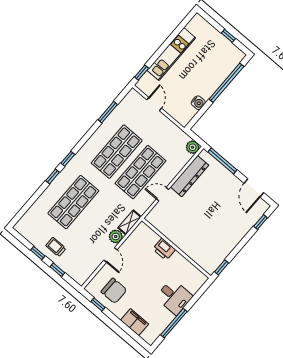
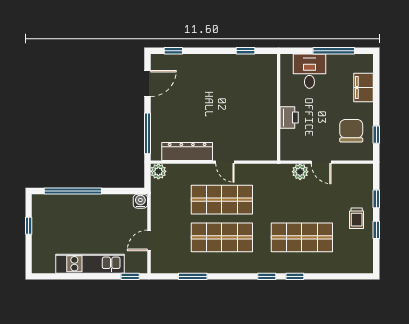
water cooler: (198, 103) -> (140, 201), moved
shelving: (130, 222) -> (276, 170), removed
wall: (176, 248) -> (279, 107), moved
printer: (164, 249) -> (289, 118), moved
door: (110, 255) -> (321, 162), swing flipped

